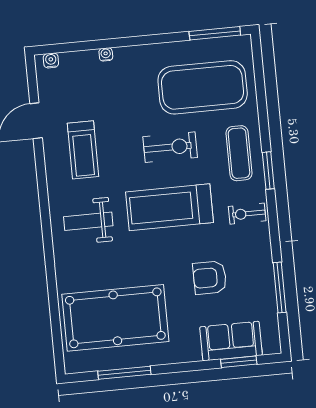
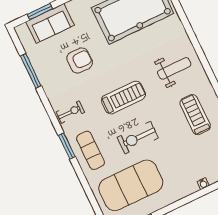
treadmill: (170, 207) -> (124, 97), width x0.73, depth x0.73

